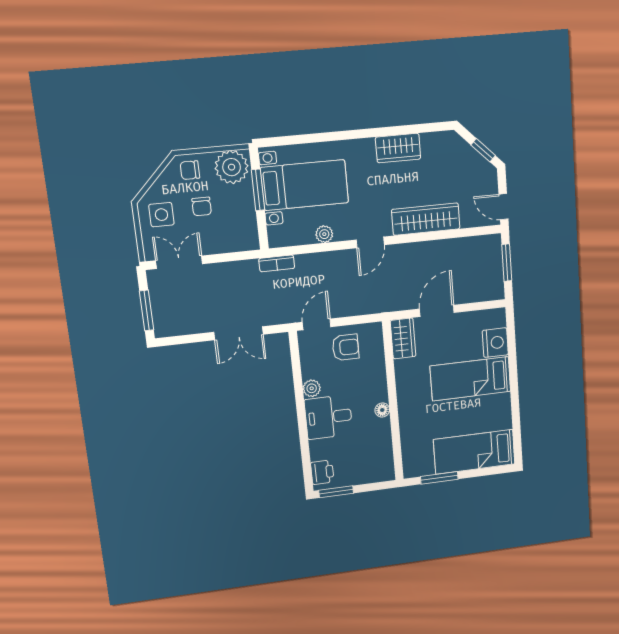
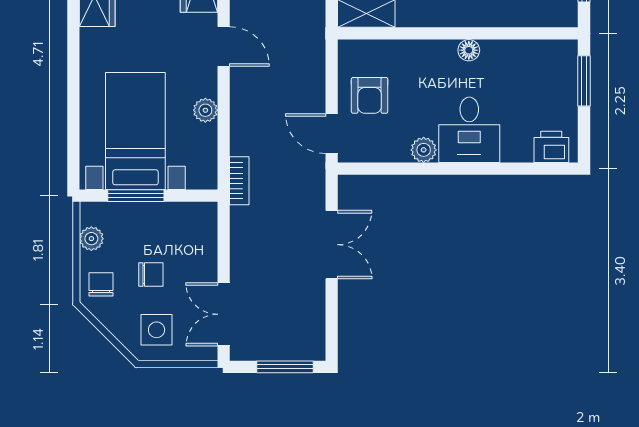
plant: (232, 167) -> (91, 239), width x0.53, depth x0.53
chair: (190, 170) -> (101, 284), turned 180
armchair: (346, 347) -> (370, 95), turned 180
window: (336, 492) -> (584, 81), moved

